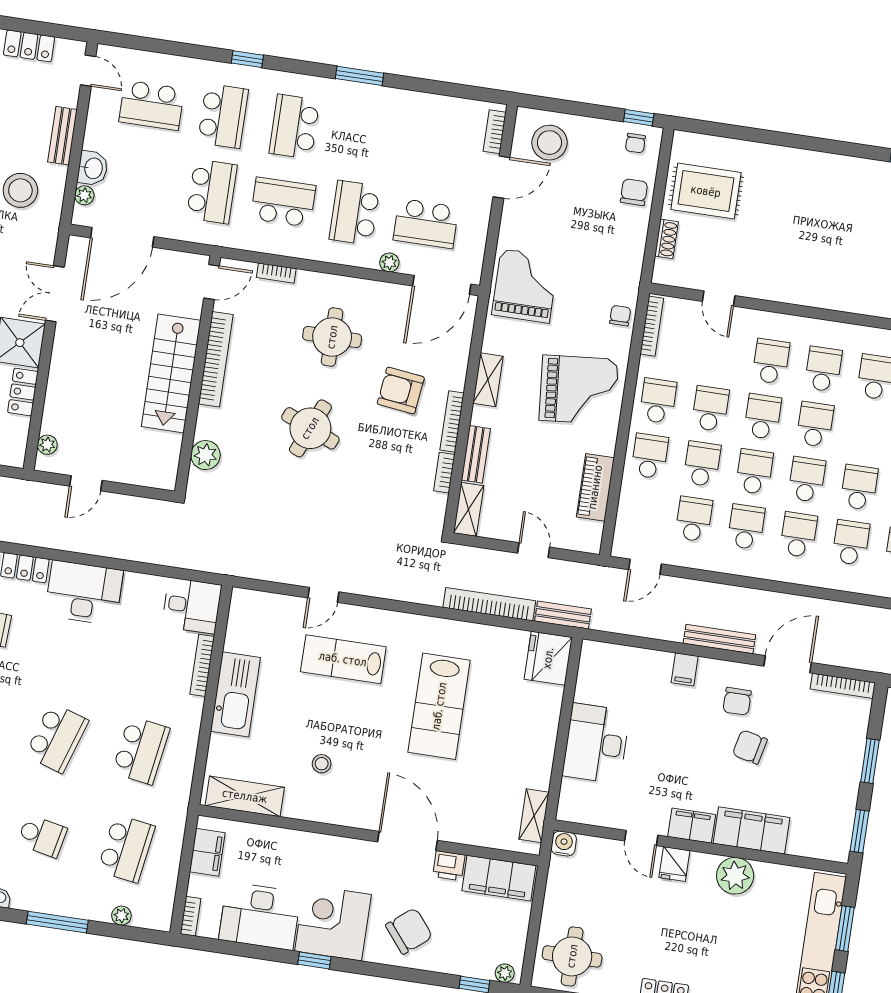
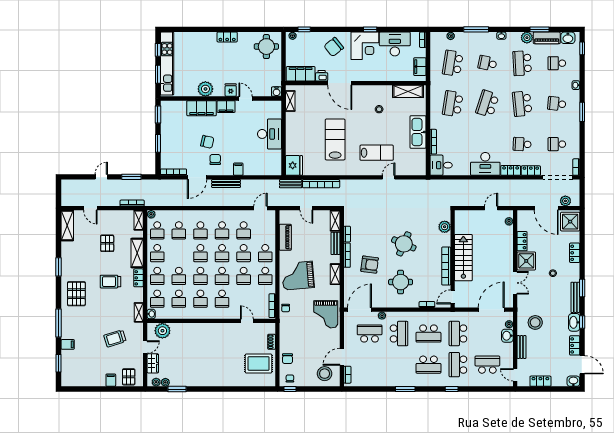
school desk: (294, 127) -> (428, 365), turned 90
school desk: (859, 487) -> (179, 276), moved

